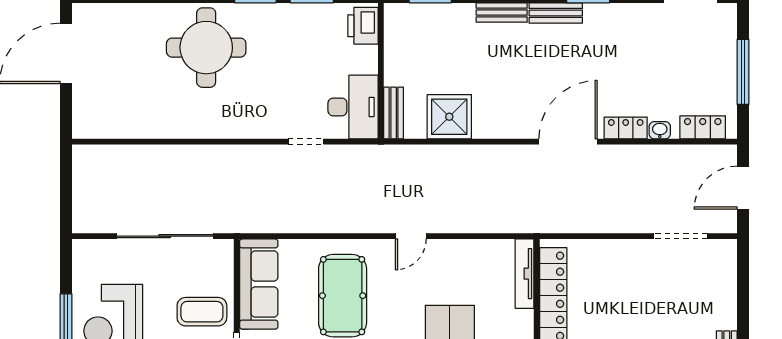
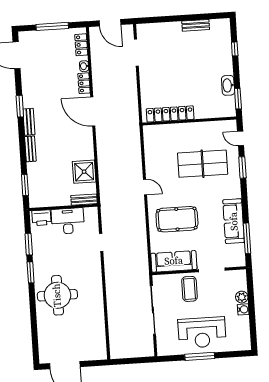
desk: (353, 107) -> (68, 221), moved
tv unit: (525, 274) -> (160, 129), removed

